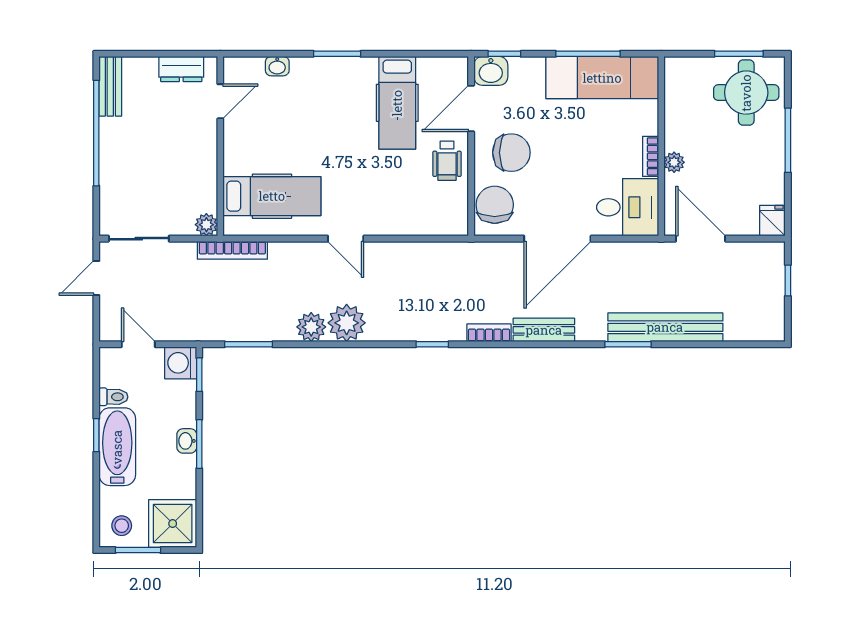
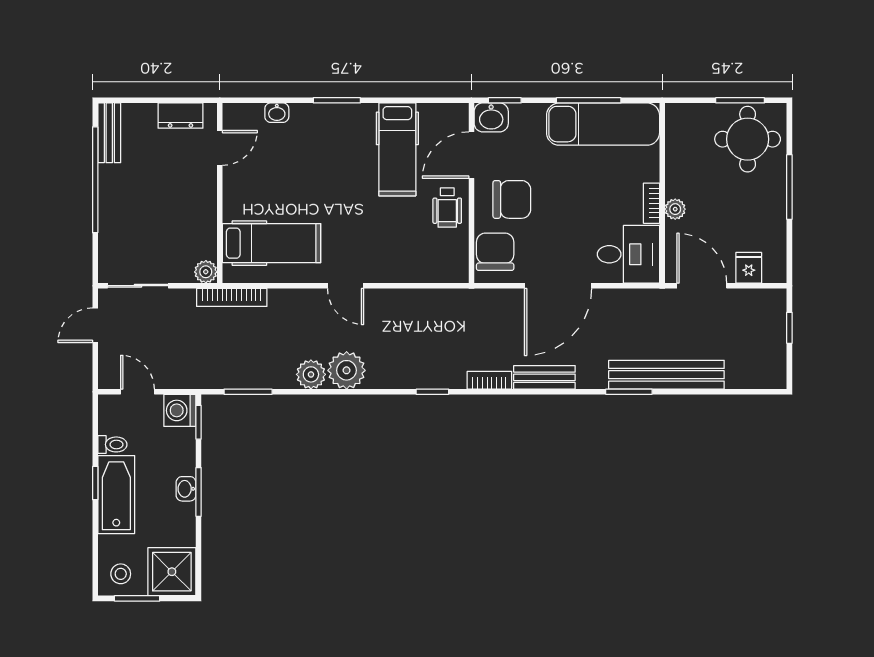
fridge: (772, 221) -> (749, 268), moved

